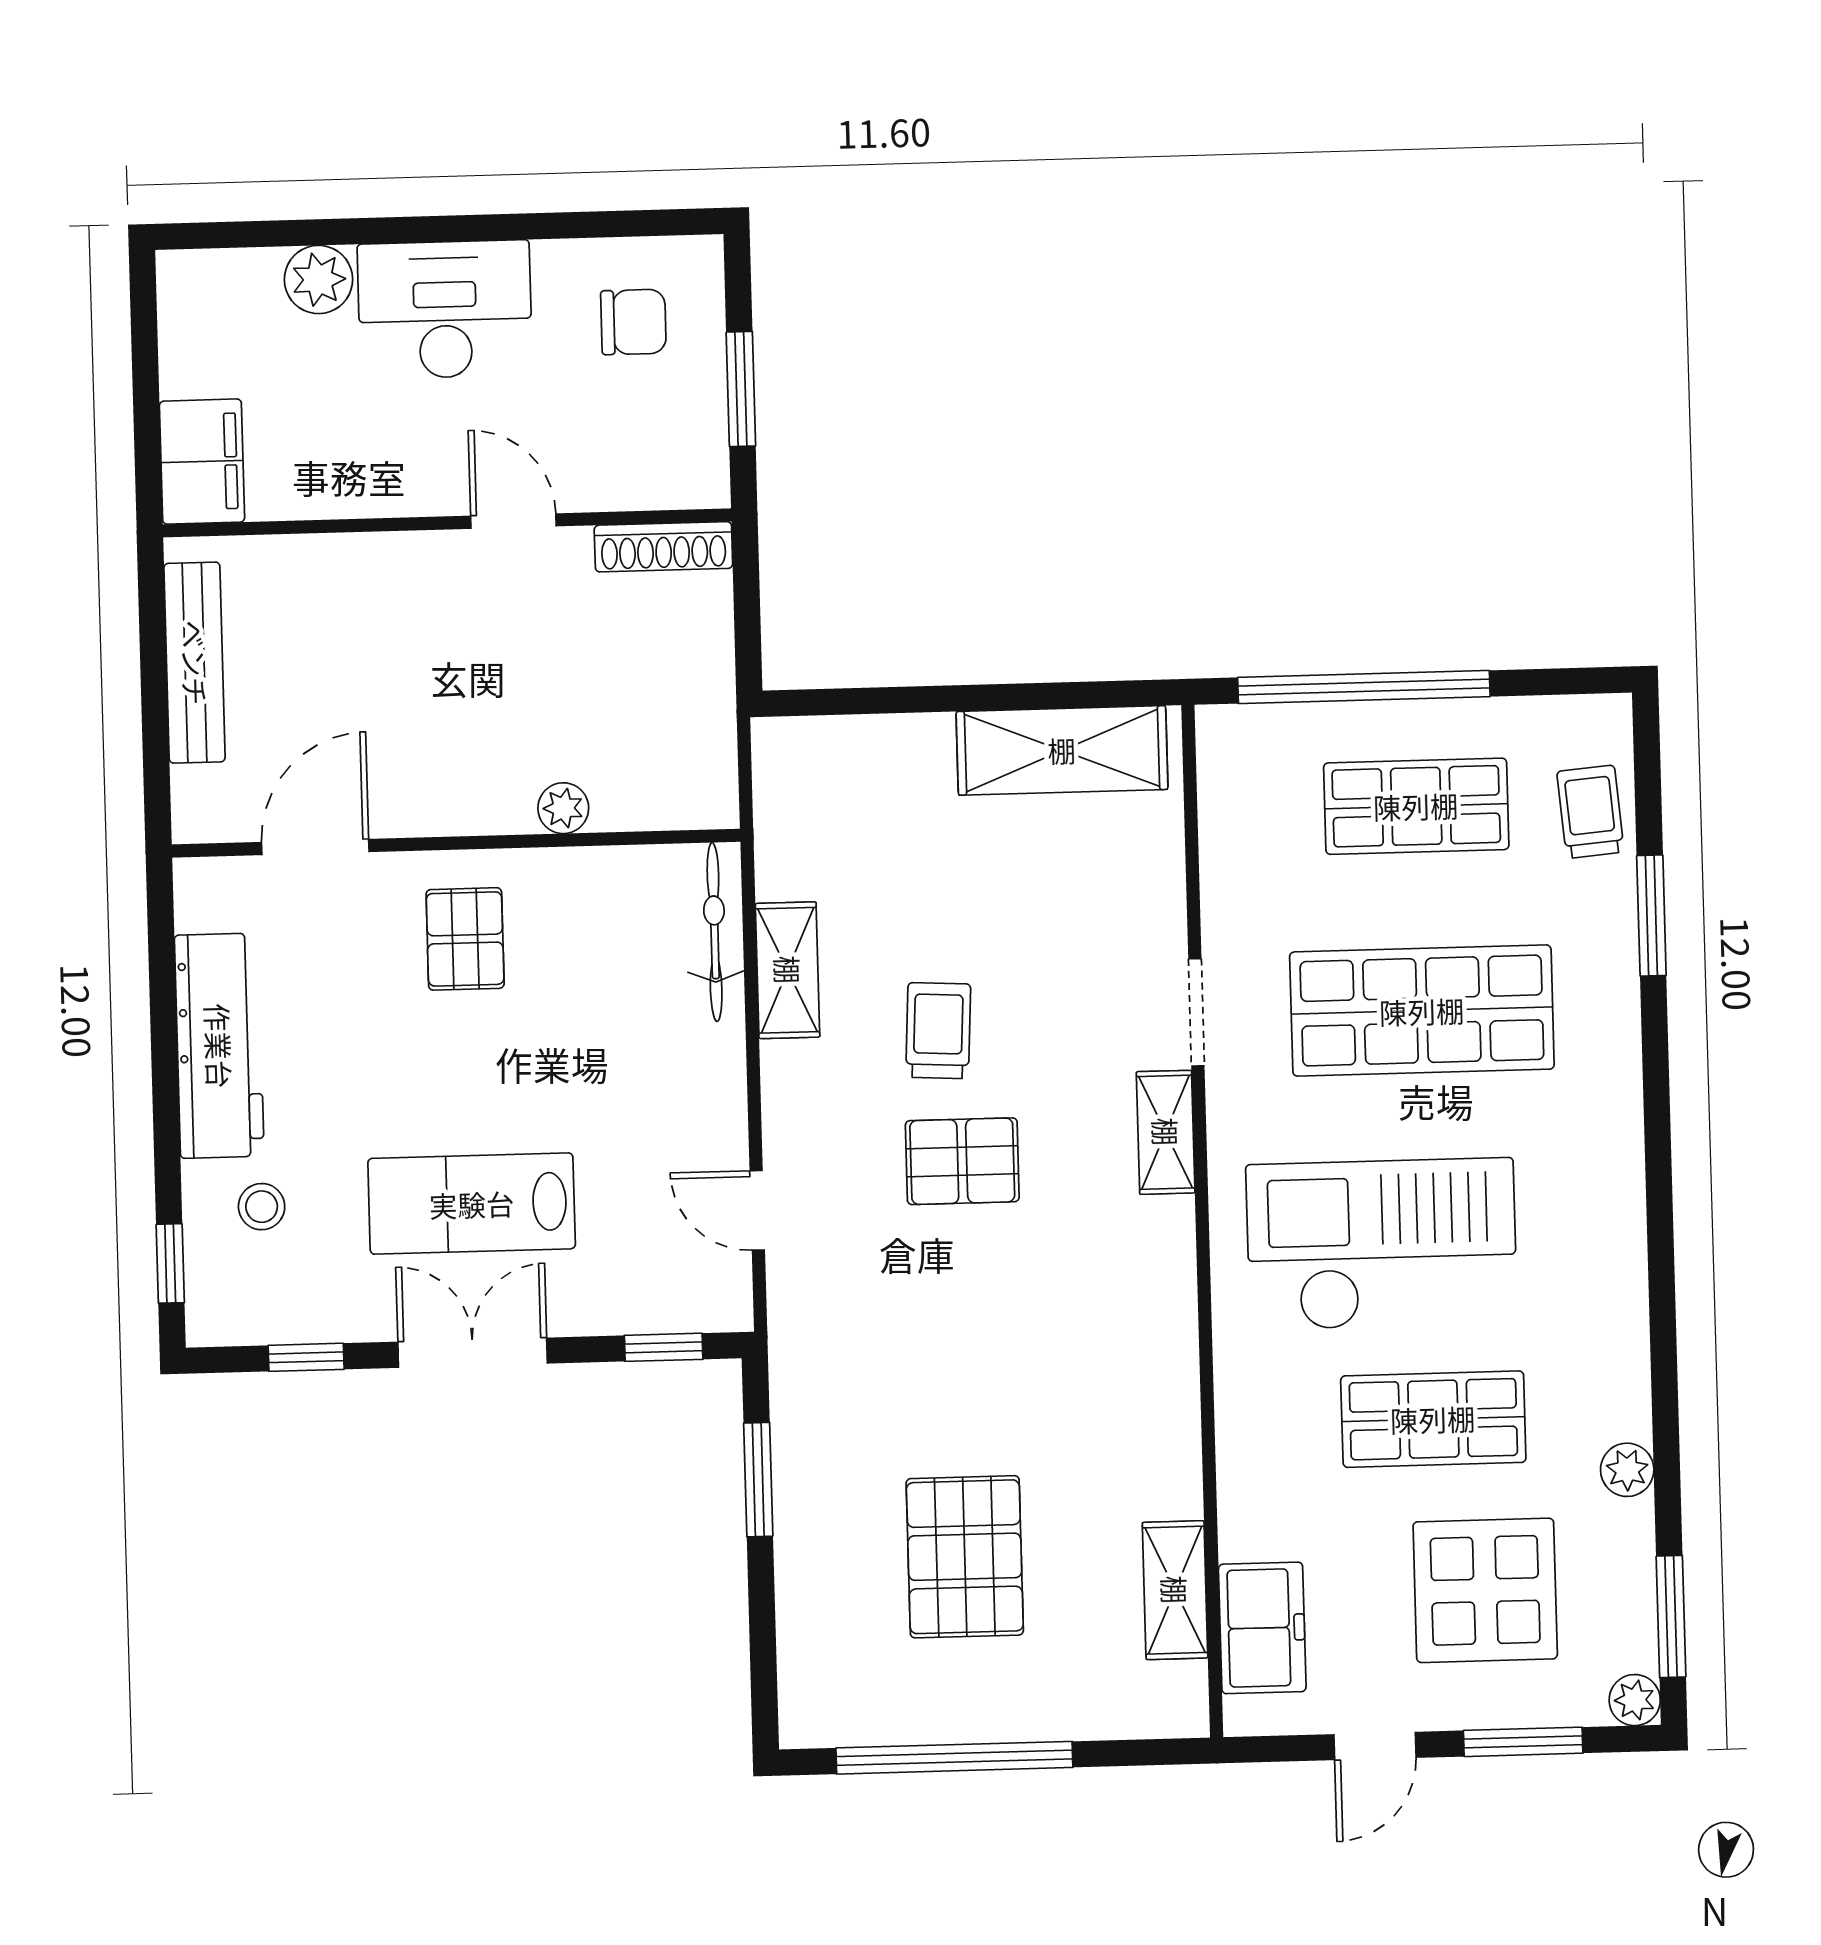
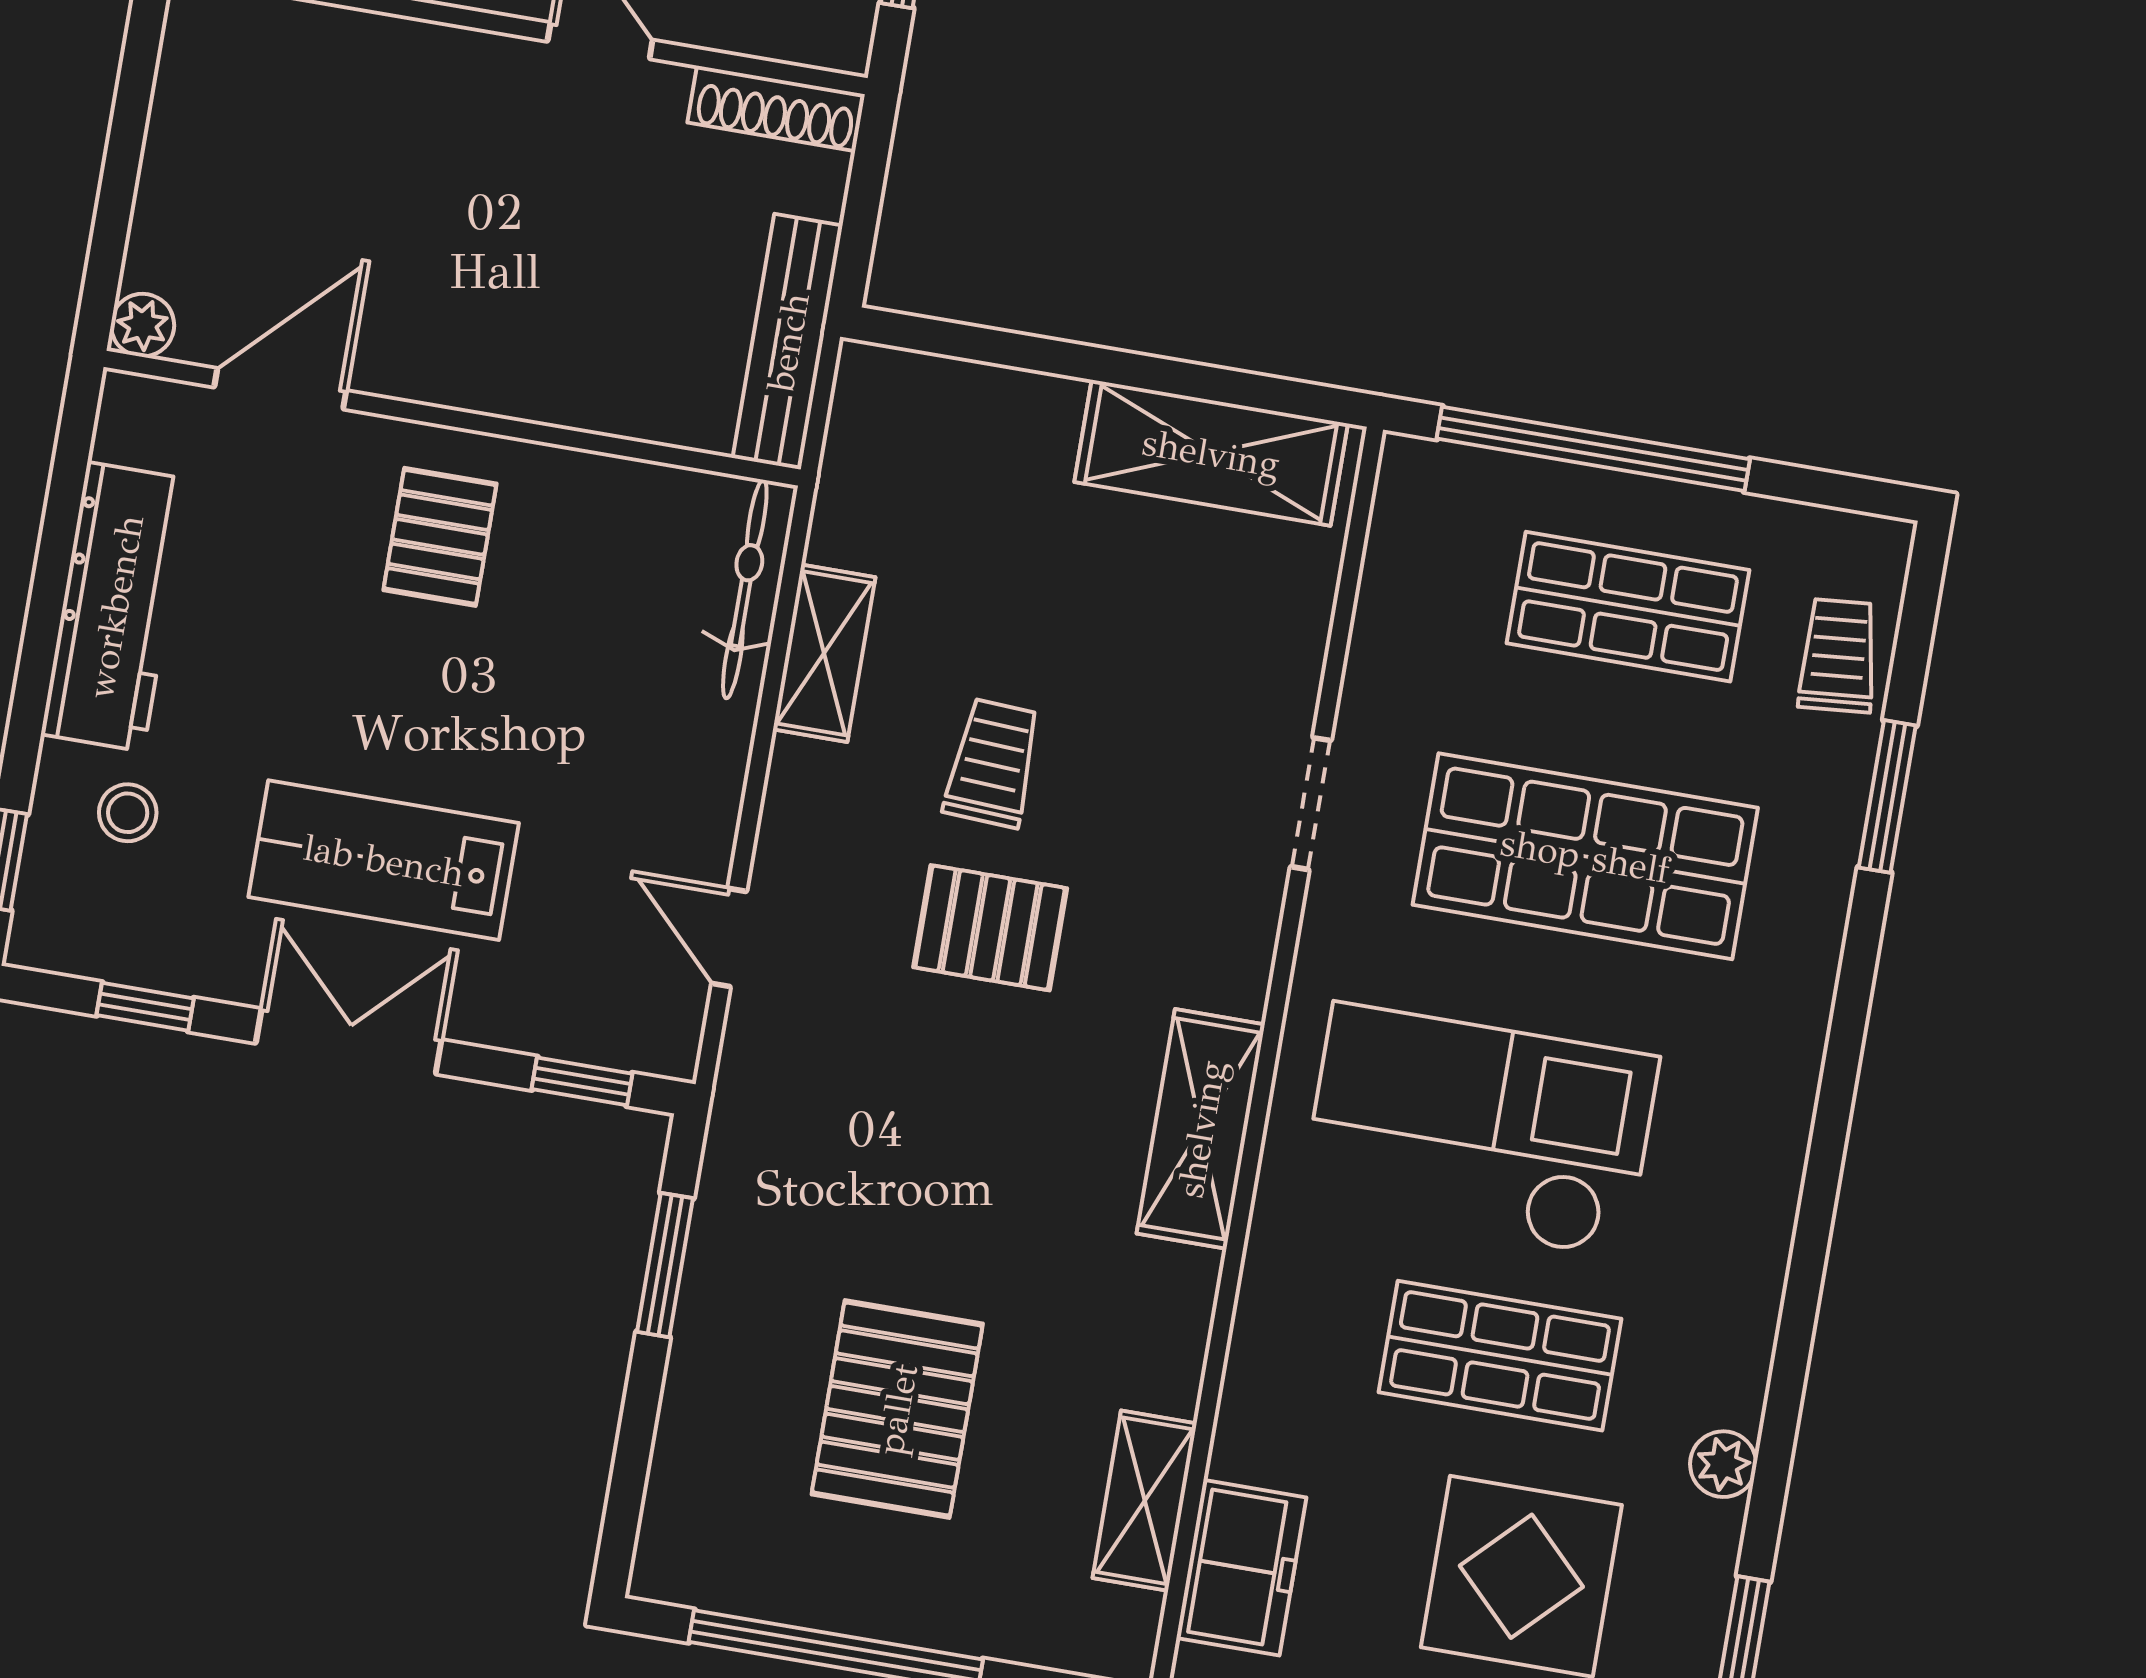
bench: (195, 663) -> (788, 342), moved
plant: (563, 808) -> (143, 325), moved
shelving: (1166, 1132) -> (1201, 1129), moved, width x1.50, depth x1.33

